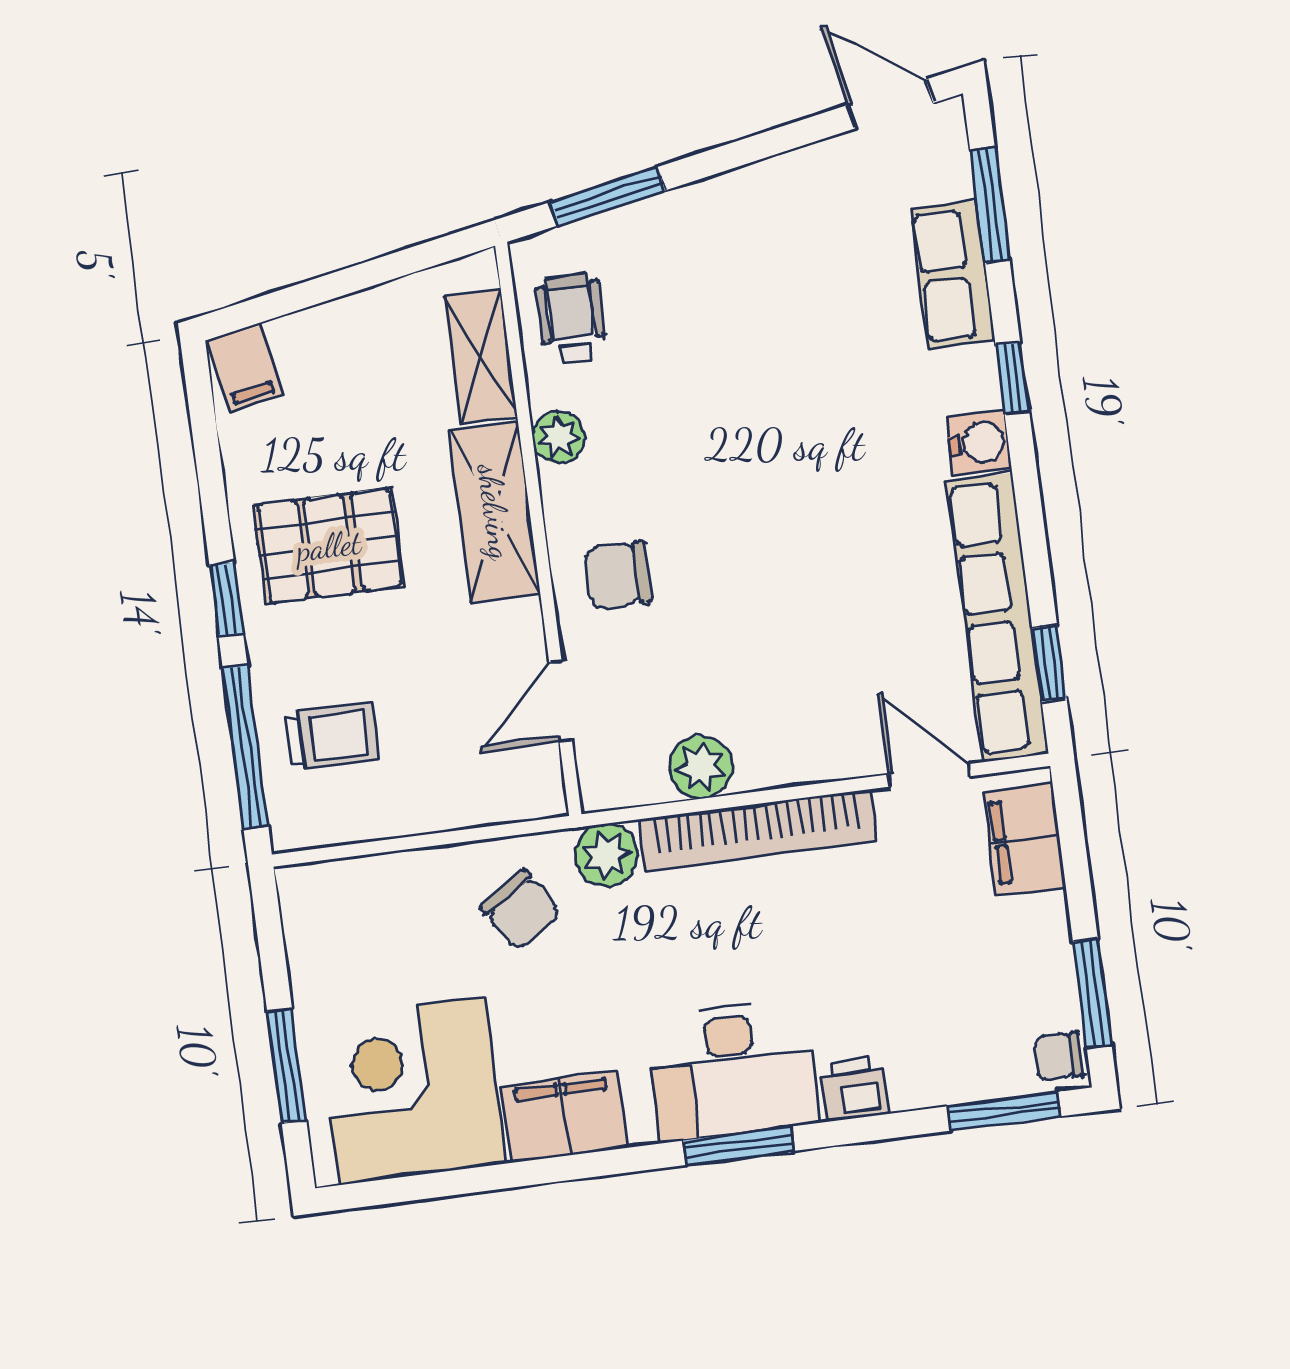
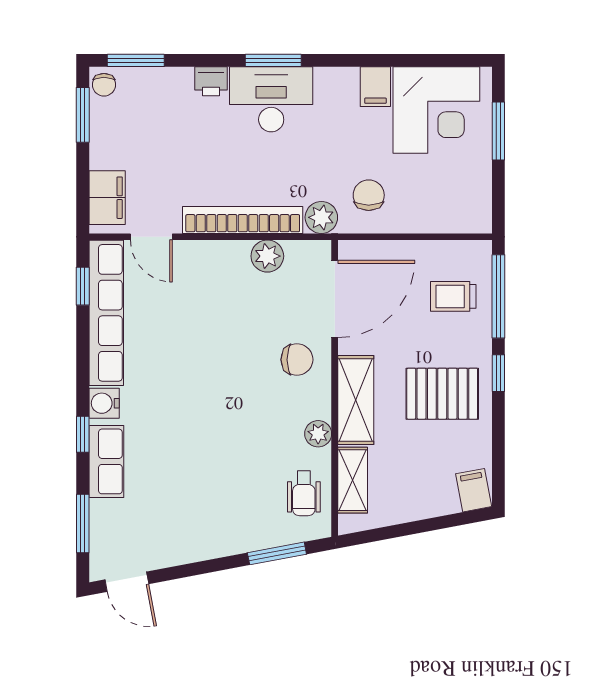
row of seats: (953, 275) -> (106, 461), moved
door: (560, 701) -> (335, 299), width x1.87
chair: (521, 910) -> (369, 195), turned 33
chair: (1059, 1056) -> (104, 85), turned 90
filing cabinet: (564, 1117) -> (375, 87), width x0.50

